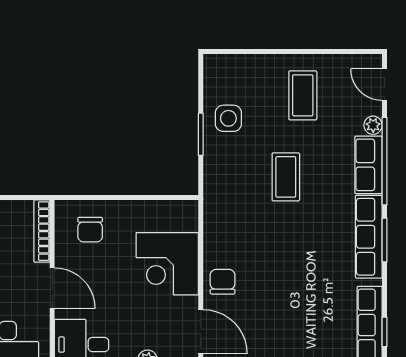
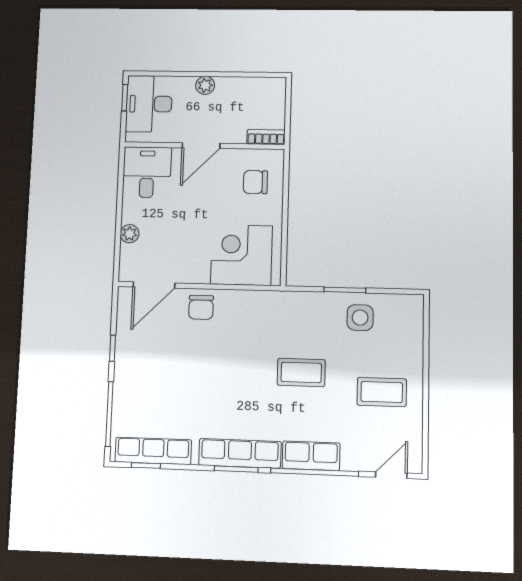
plant: (373, 125) -> (351, 462), removed
bookcase: (42, 231) -> (266, 137), width x0.64
corner desk: (167, 264) -> (241, 255), moved
chair: (223, 282) -> (201, 307), turned 90

